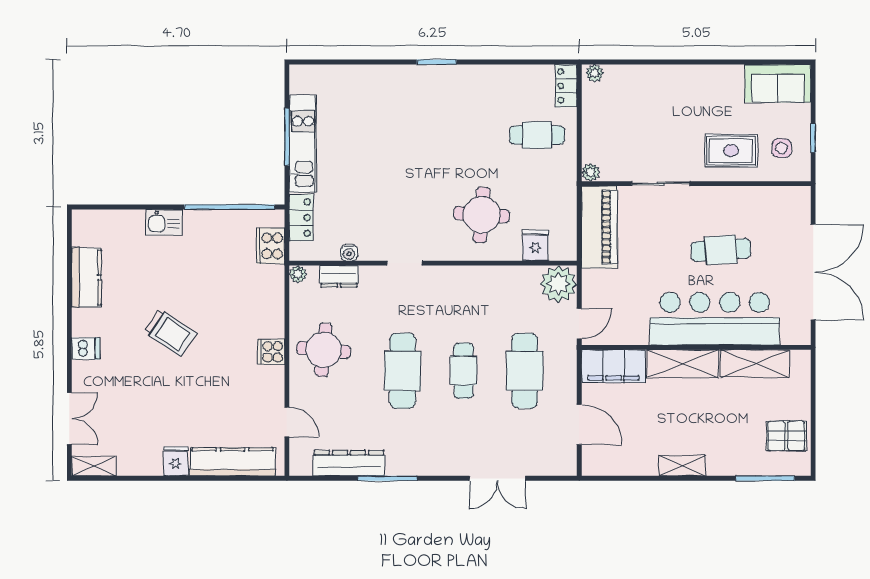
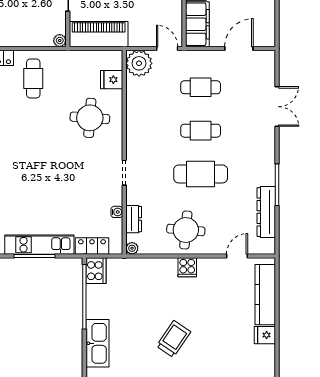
kitchen sink: (164, 222) -> (98, 343), width x1.87, depth x1.24
cooker: (270, 246) -> (96, 271), moved, turned -90
cafe table: (525, 371) -> (201, 87), width x0.73, depth x0.74

